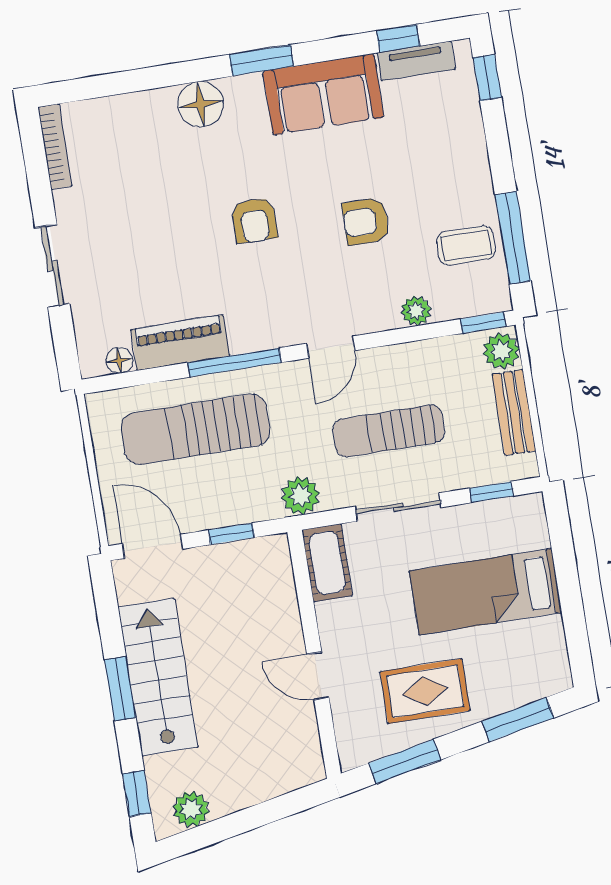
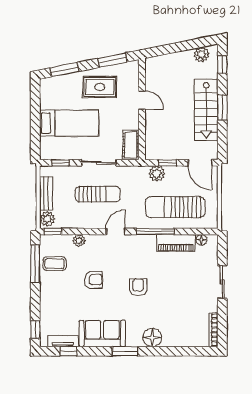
sun lounger: (196, 429) -> (175, 207), turned 180
plant: (300, 496) -> (157, 174), moved

